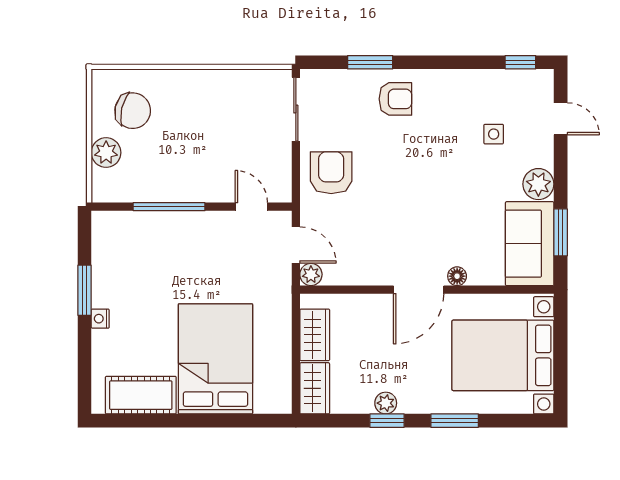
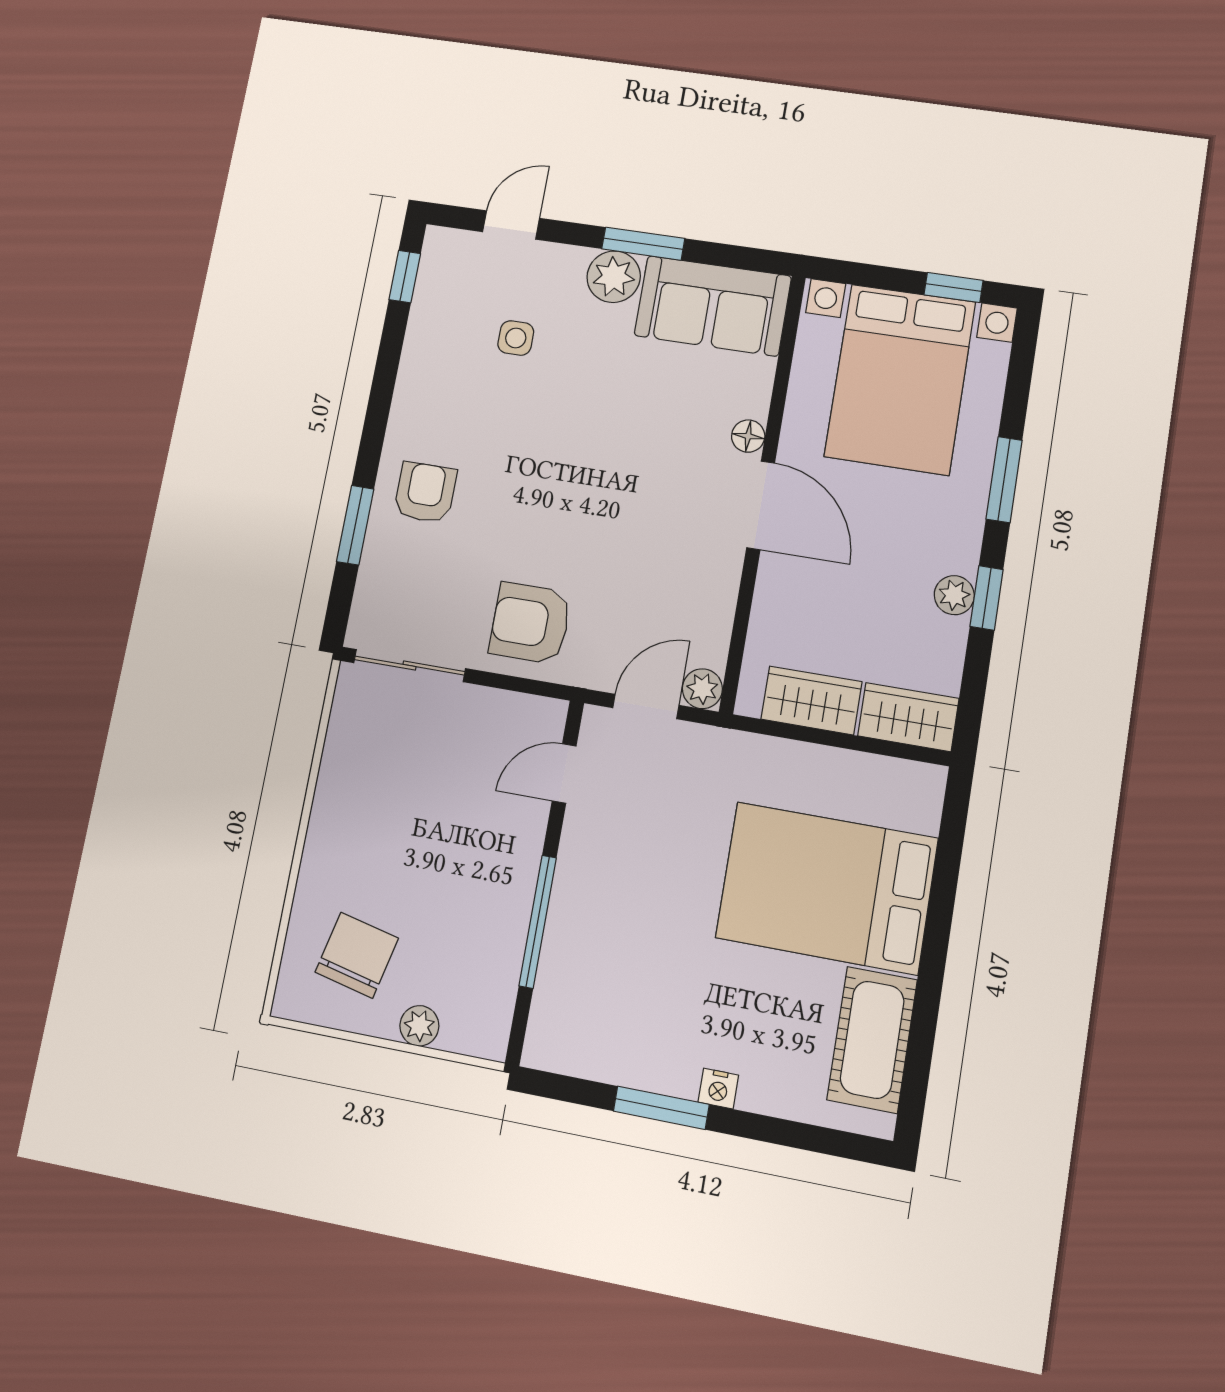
plant: (106, 153) -> (419, 1026), width x0.73, depth x0.73
window: (561, 232) -> (643, 244), moved
window: (561, 377) -> (954, 288), added

